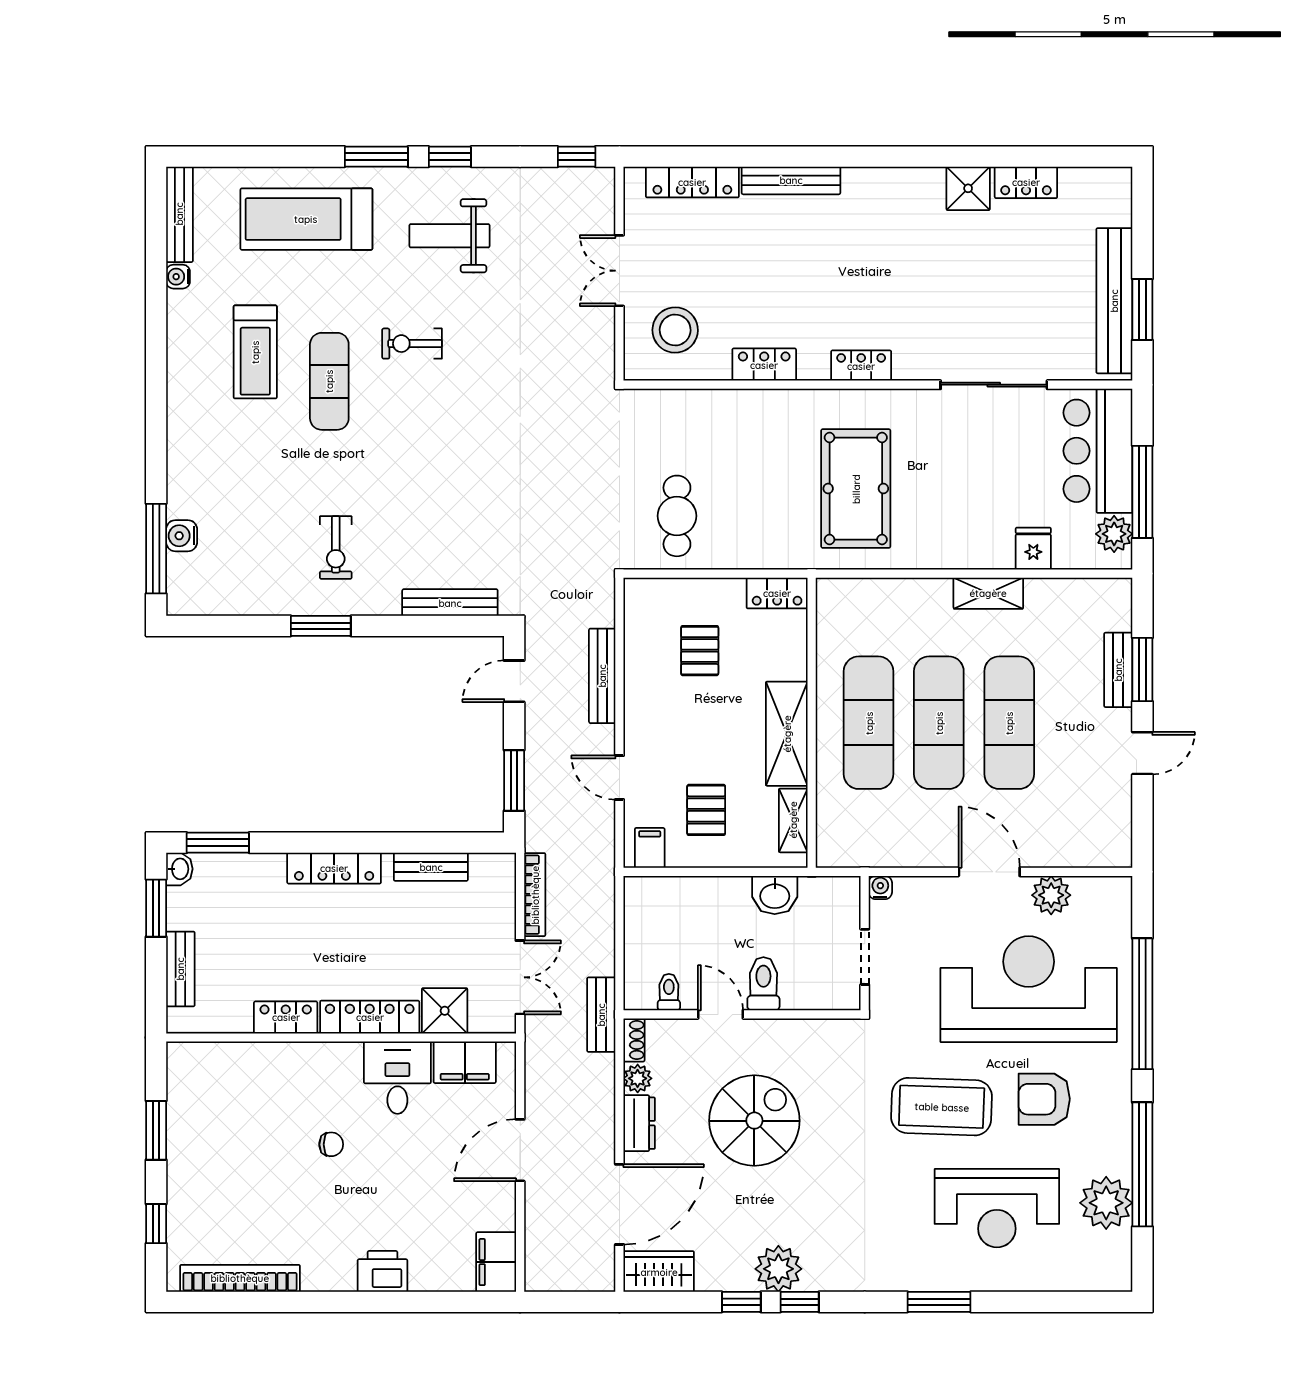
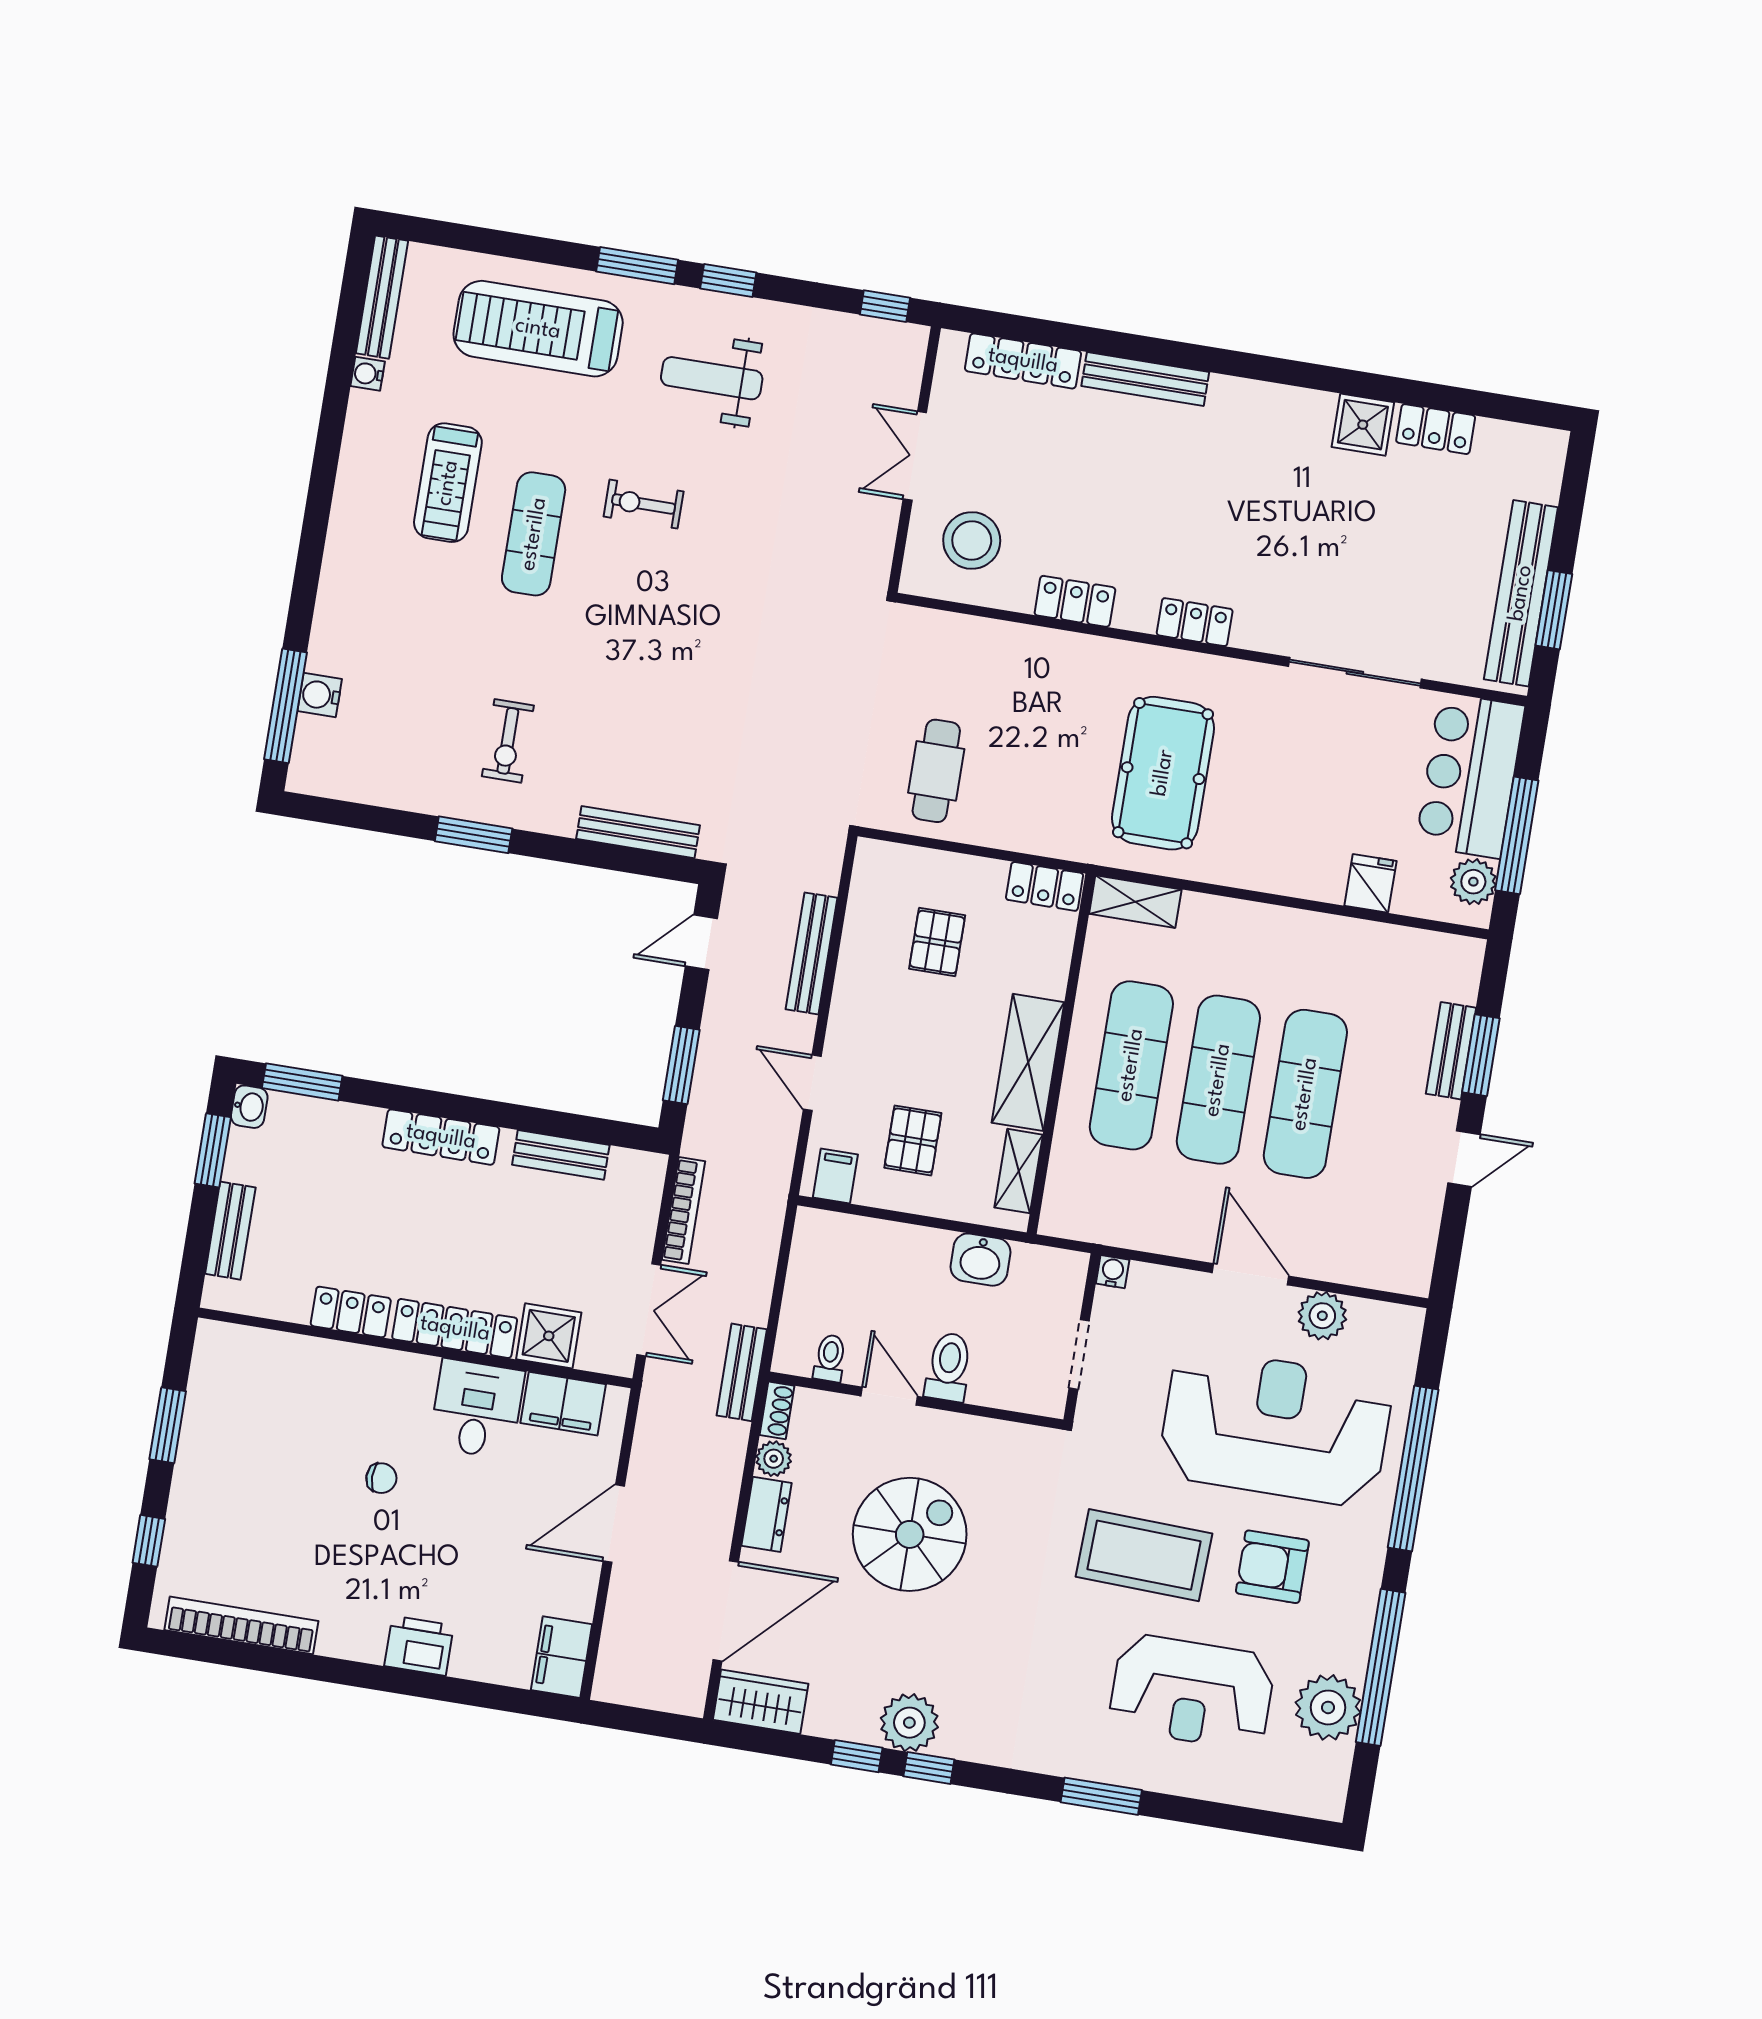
shelving: (988, 593) -> (1135, 902), moved

